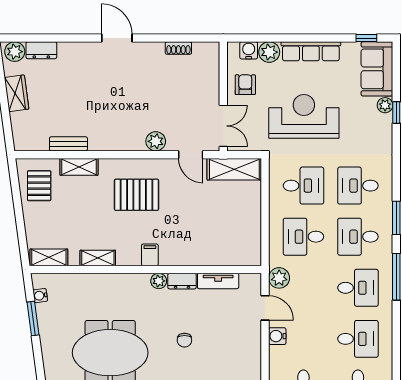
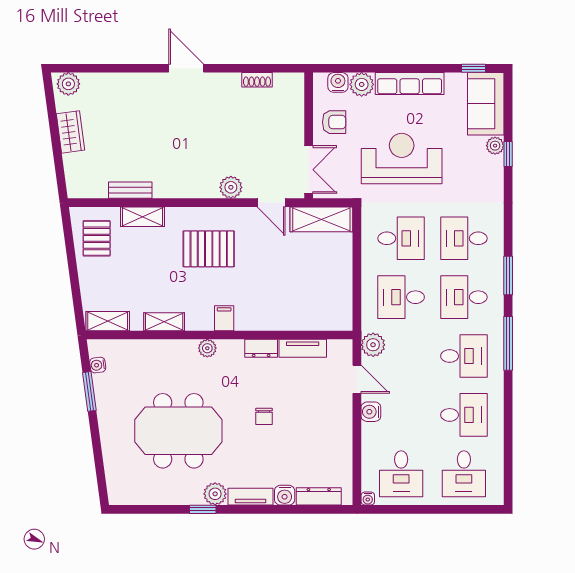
dresser: (41, 50) -> (99, 82), removed
armchair: (245, 85) -> (334, 122), turned 90
plant: (159, 281) -> (207, 348), moved

